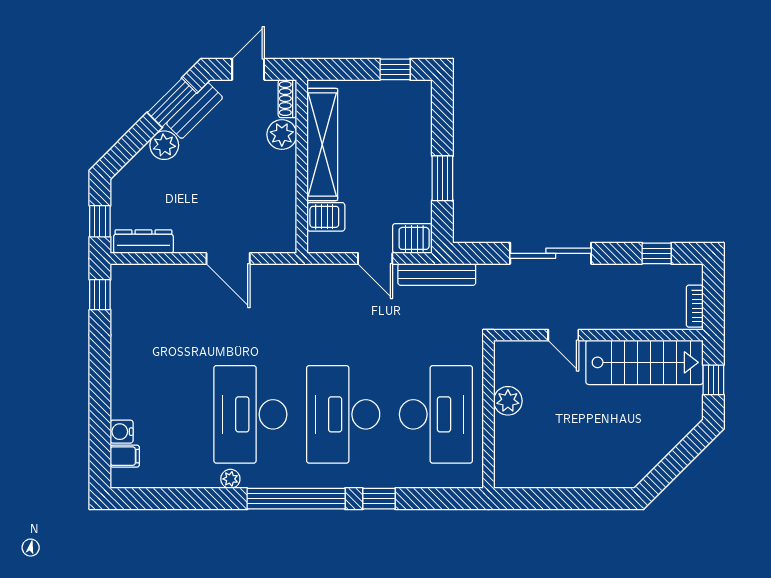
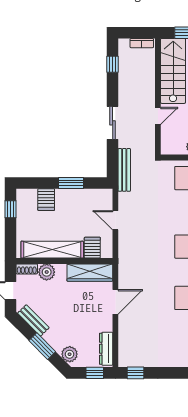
window: (172, 103) -> (42, 346), moved
plant: (164, 145) -> (70, 354), moved
wardrobe: (281, 212) -> (90, 273), added
server rack: (412, 238) -> (46, 200), moved
sliding door: (551, 253) -> (113, 123), width x0.73
door: (375, 258) -> (115, 220), swing flipped
bench: (437, 274) -> (124, 170), moved

